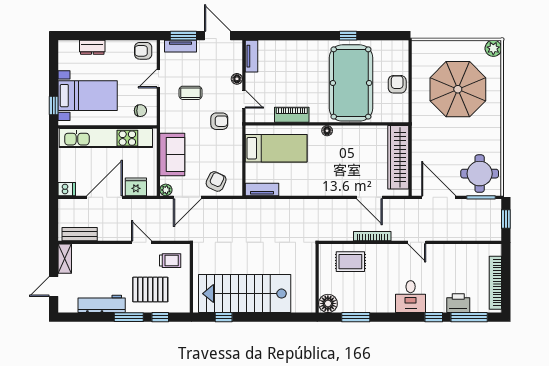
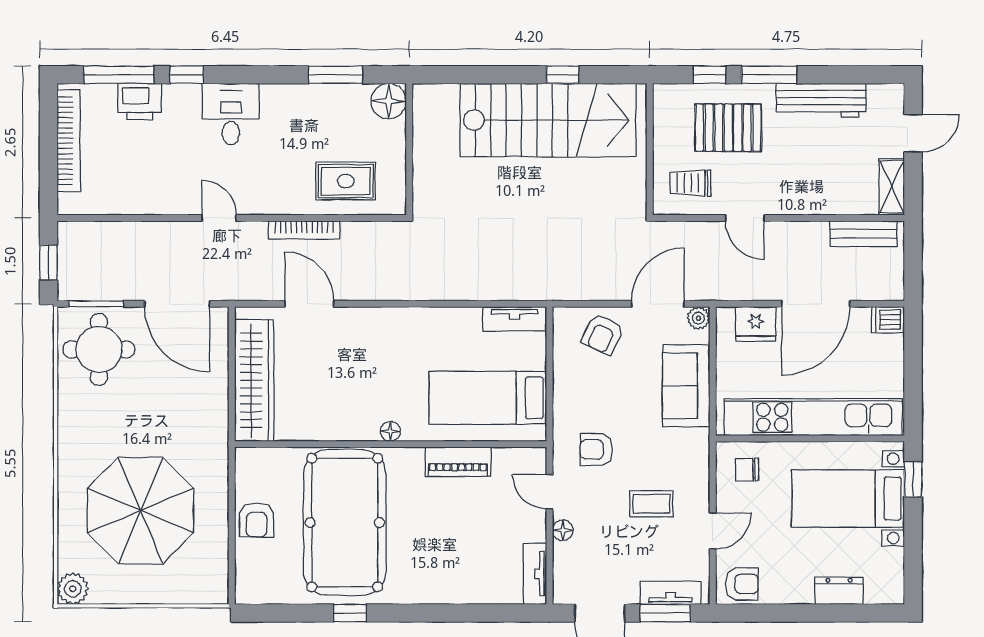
window: (224, 317) -> (563, 75), moved

